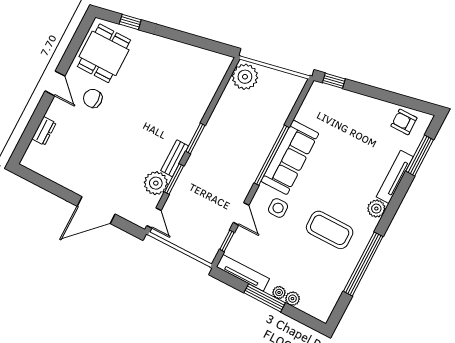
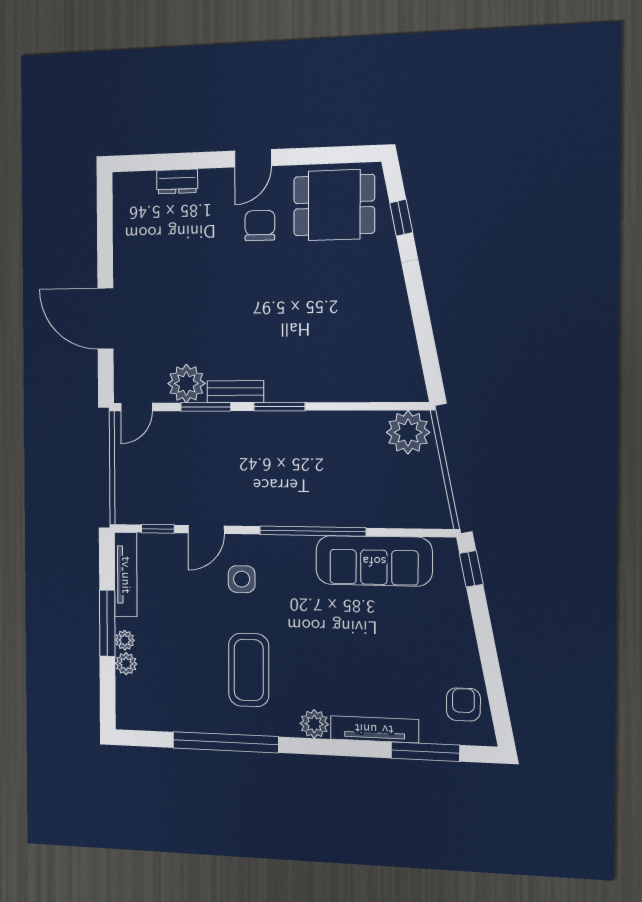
sofa: (290, 157) -> (374, 561), moved

